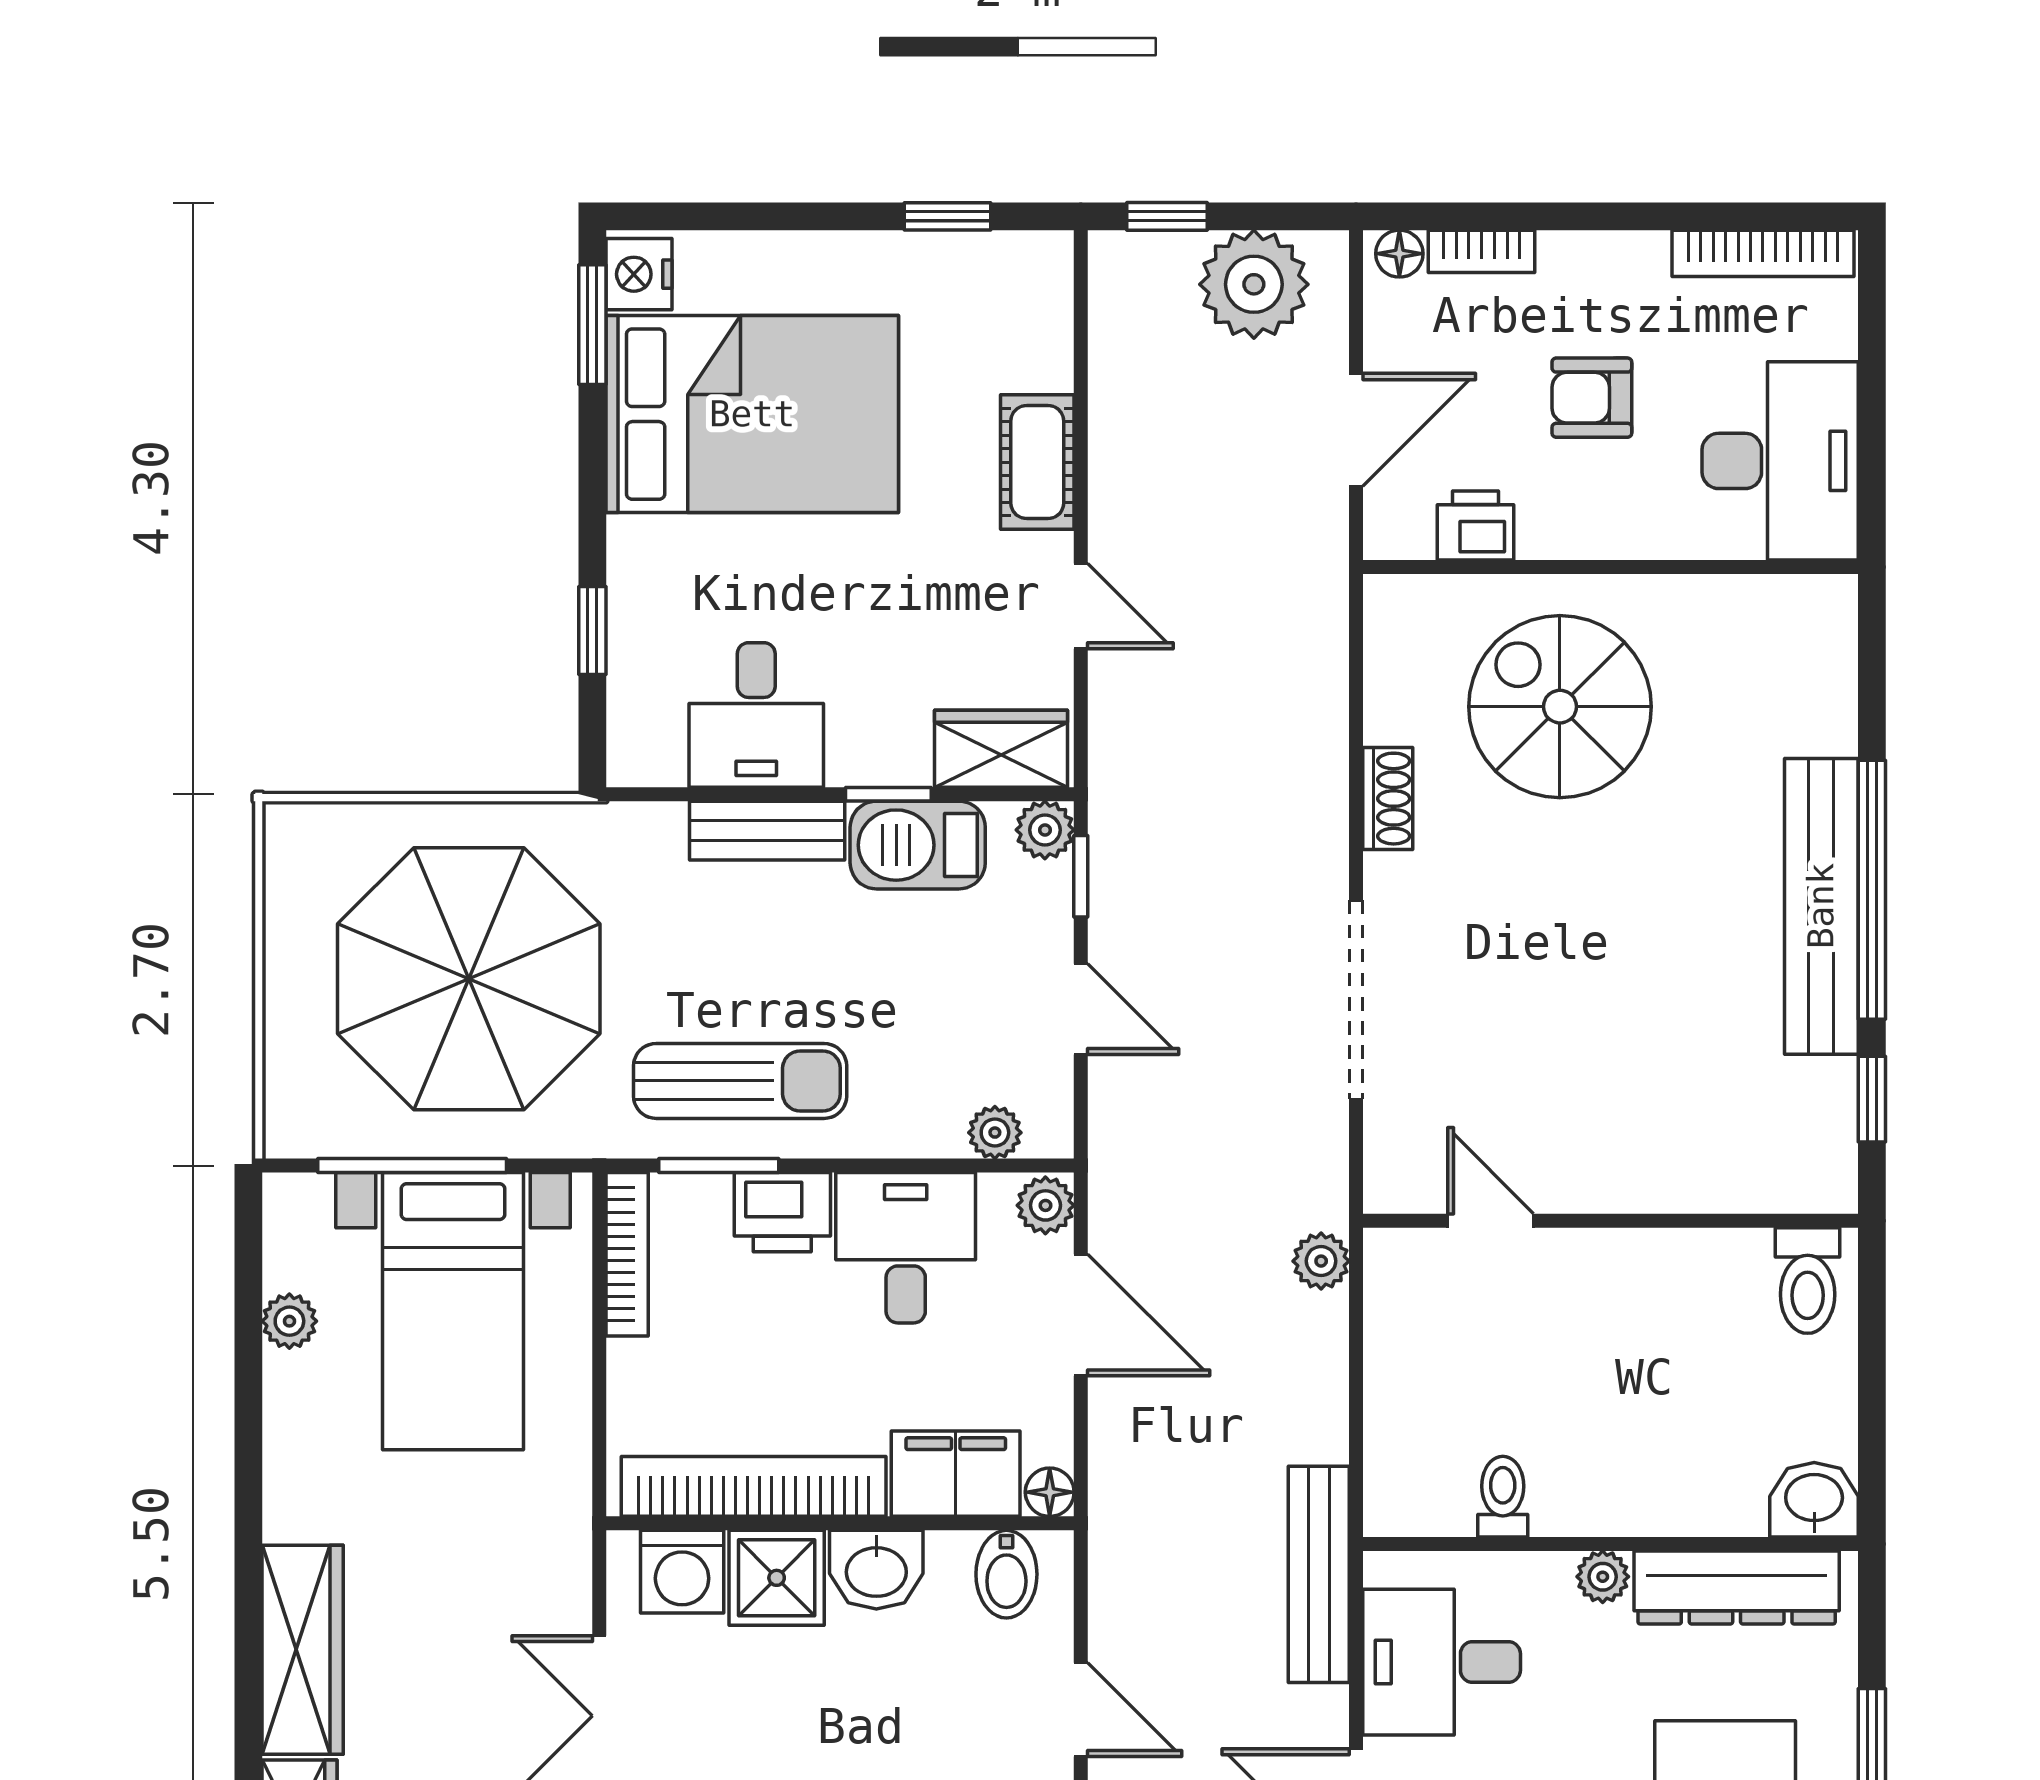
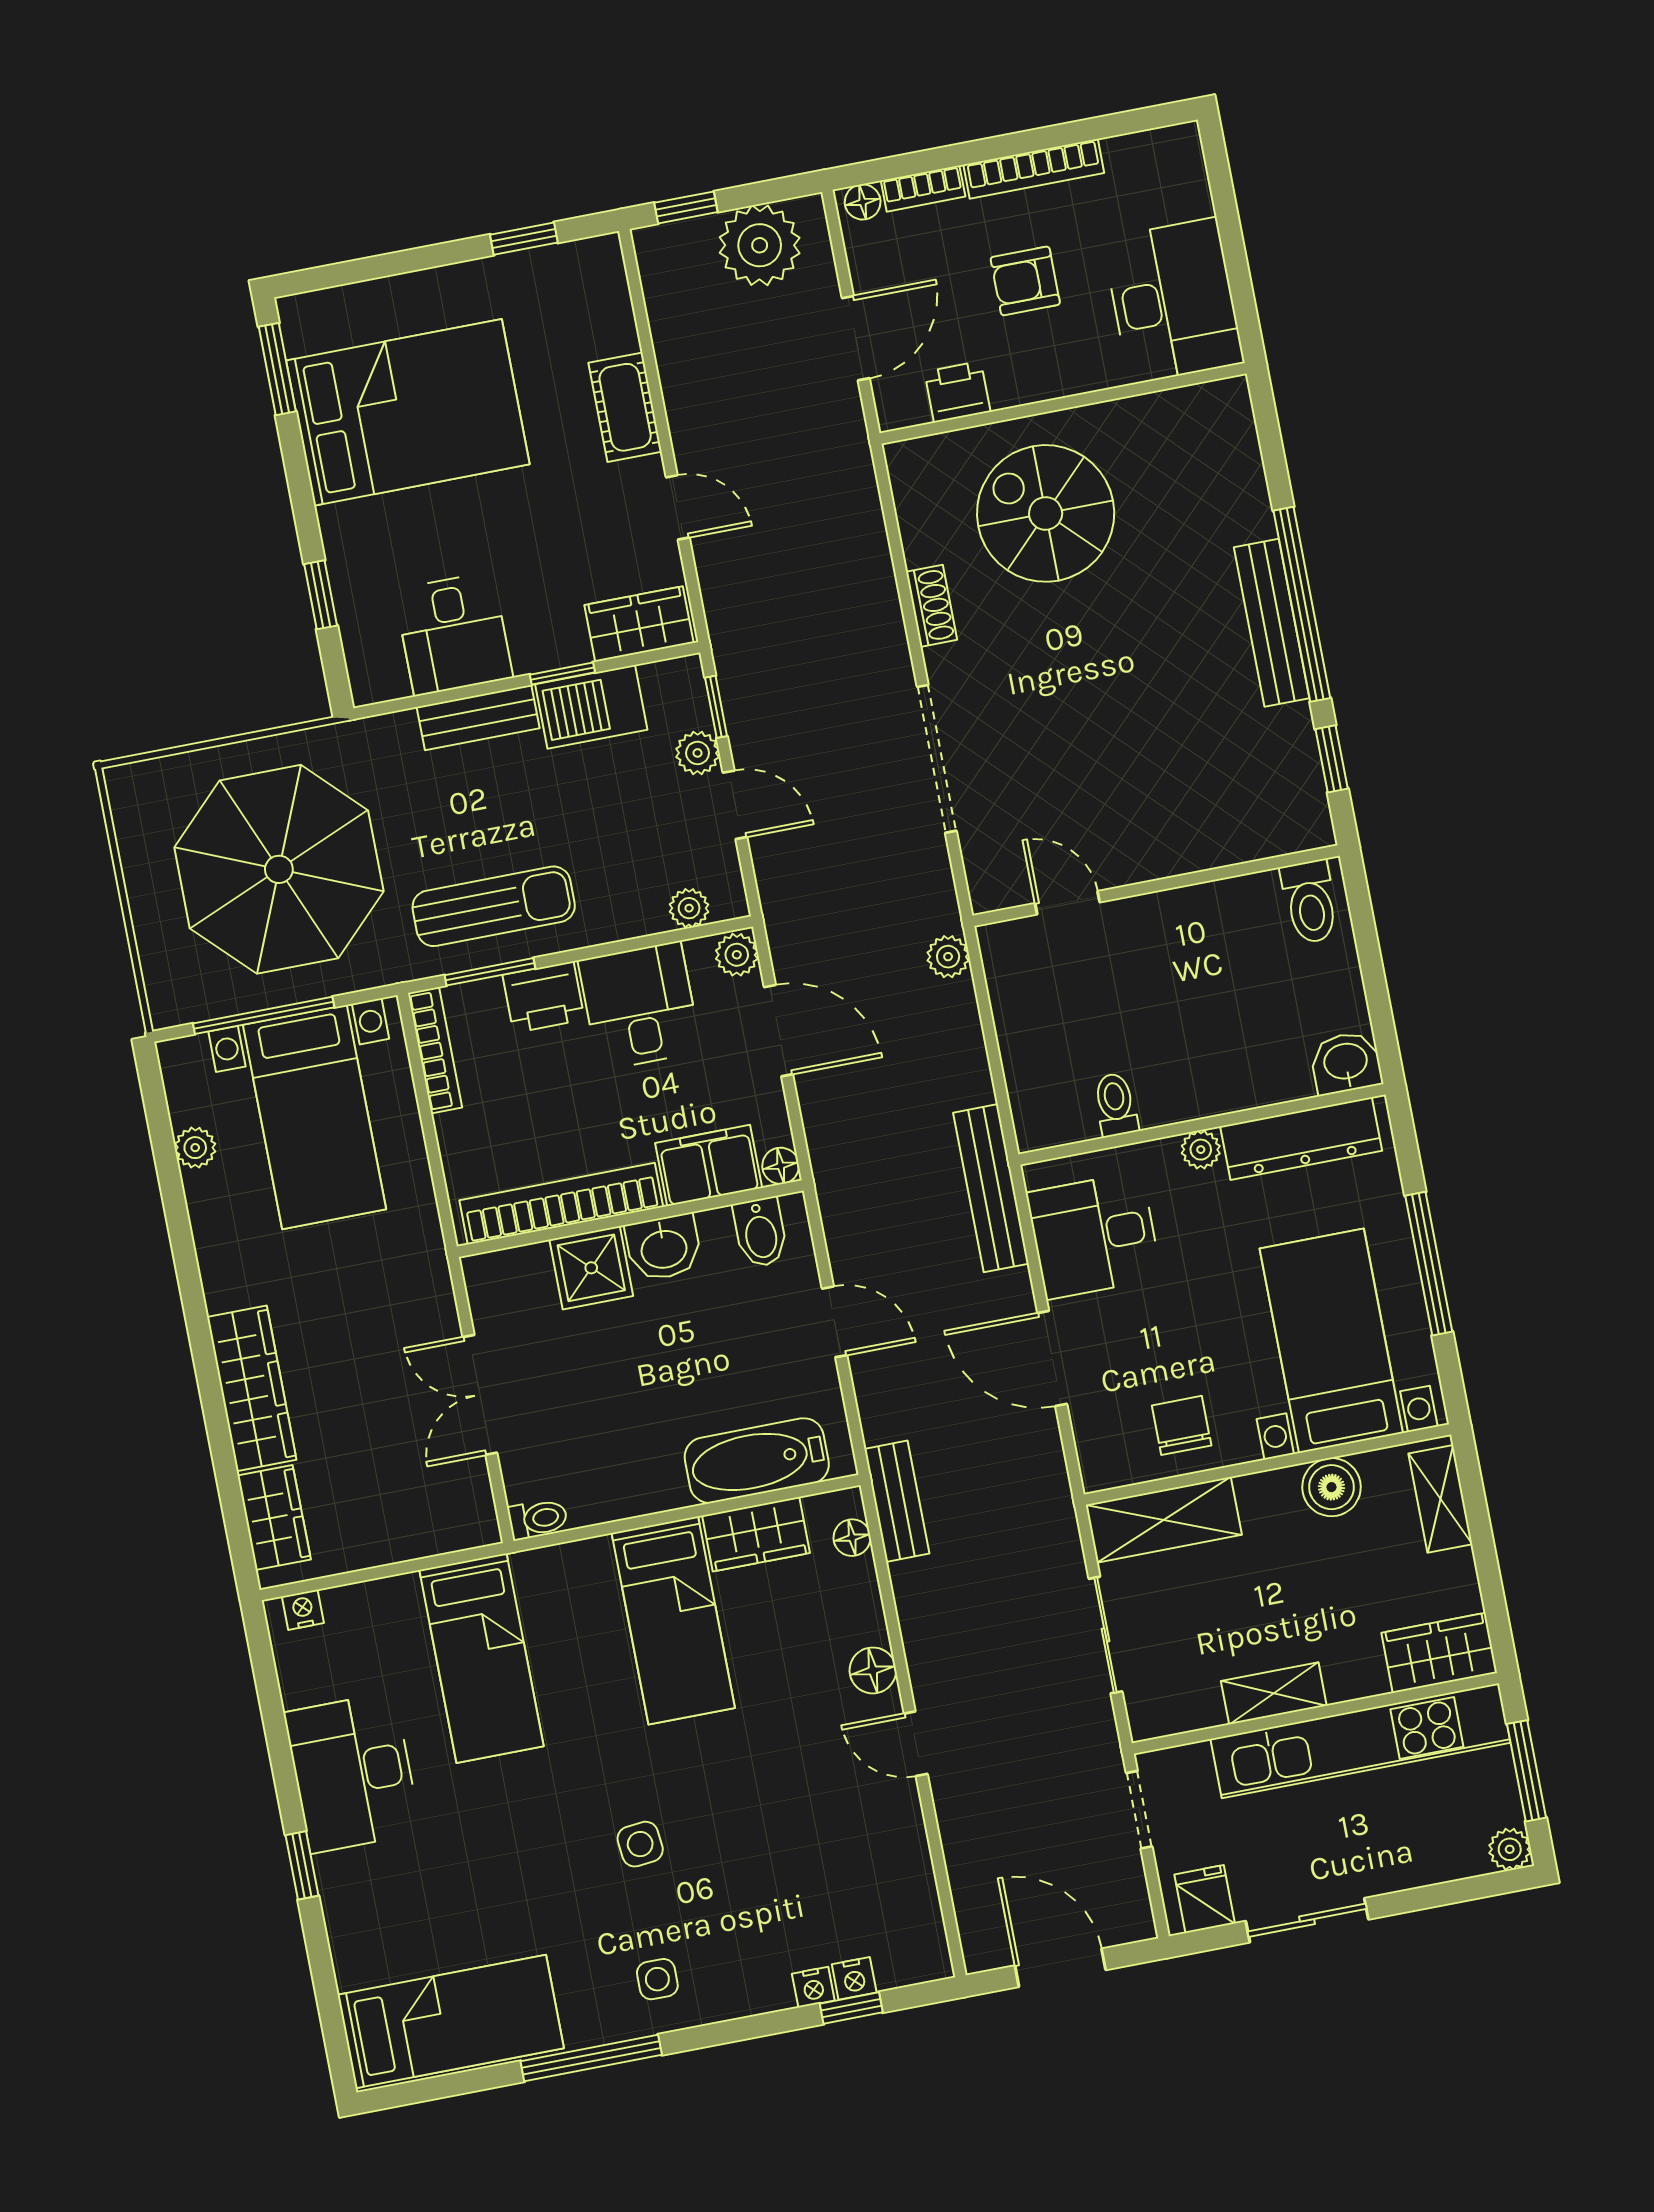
bookcase: (1763, 253) -> (1034, 169), moved
nightstand: (639, 274) -> (304, 325), removed
plant: (1045, 830) -> (698, 753), moved
bench: (1821, 906) -> (1272, 623), width x0.73, depth x0.82
washing machine: (682, 1572) -> (521, 1277), removed

